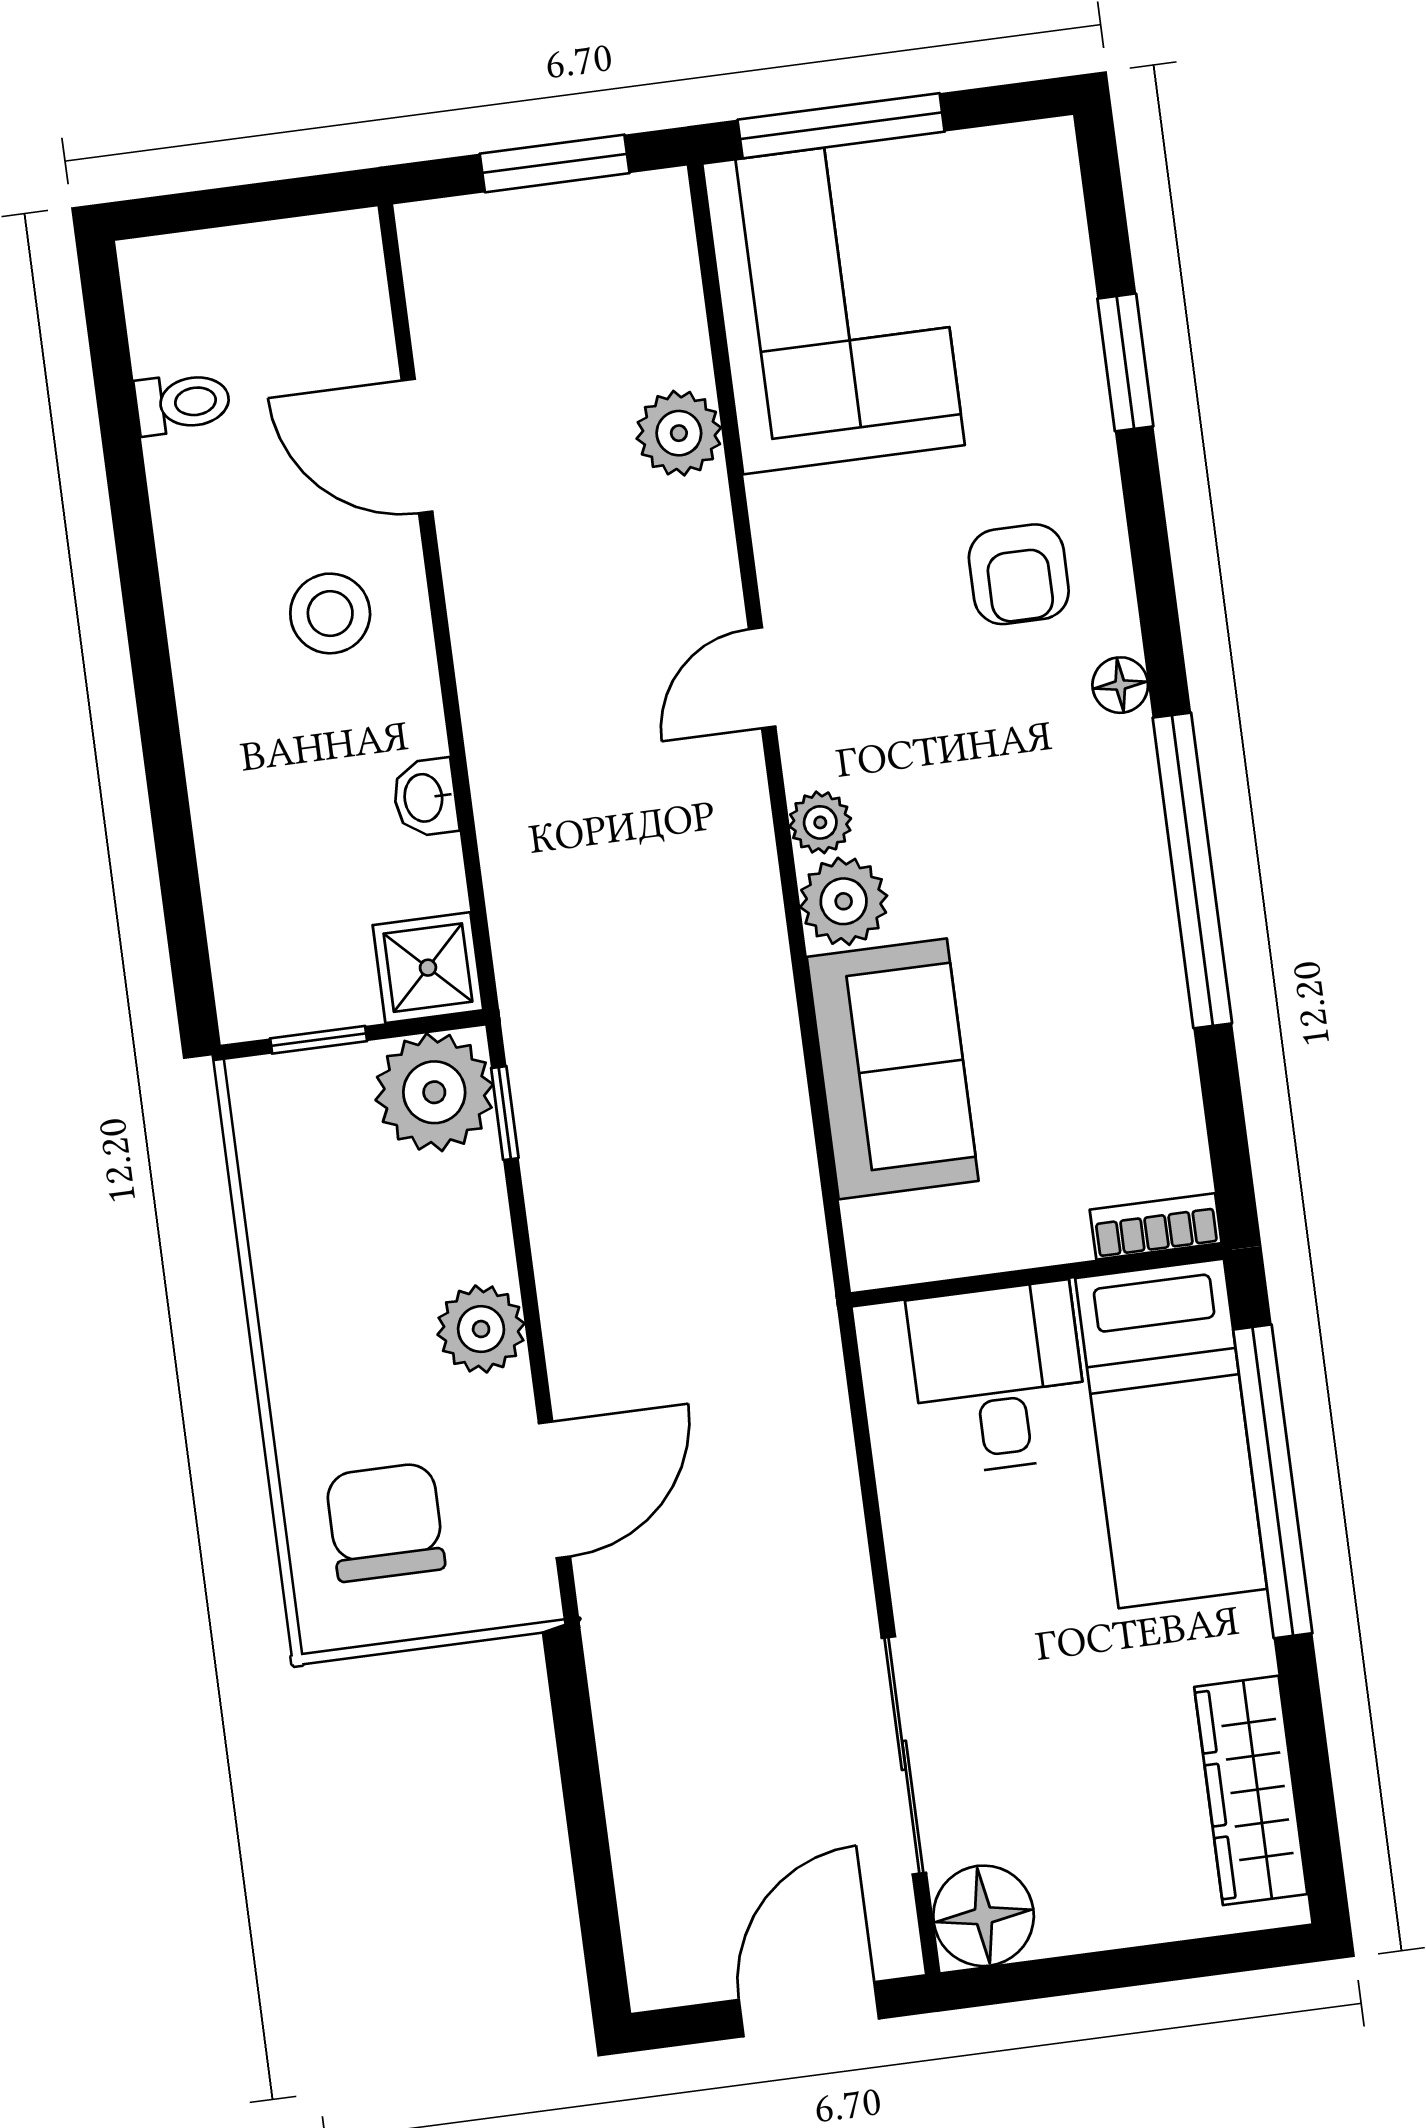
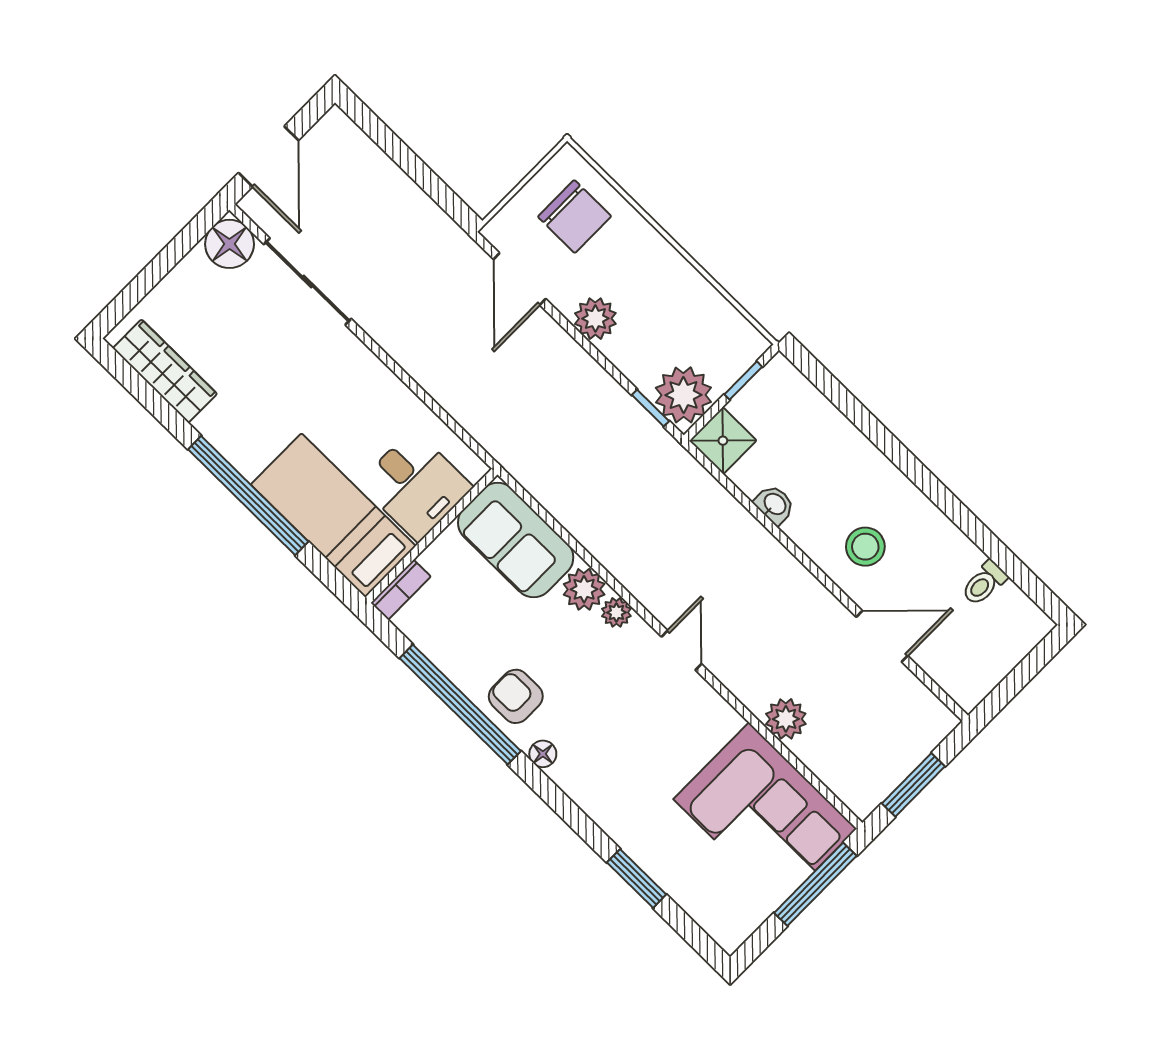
armchair: (1019, 574) -> (516, 696), moved
bookcase: (1156, 1226) -> (401, 590), moved
wall: (1037, 1275) -> (431, 536), moved
desk: (999, 1378) -> (416, 485), moved
bed: (1171, 1434) -> (333, 515), moved

